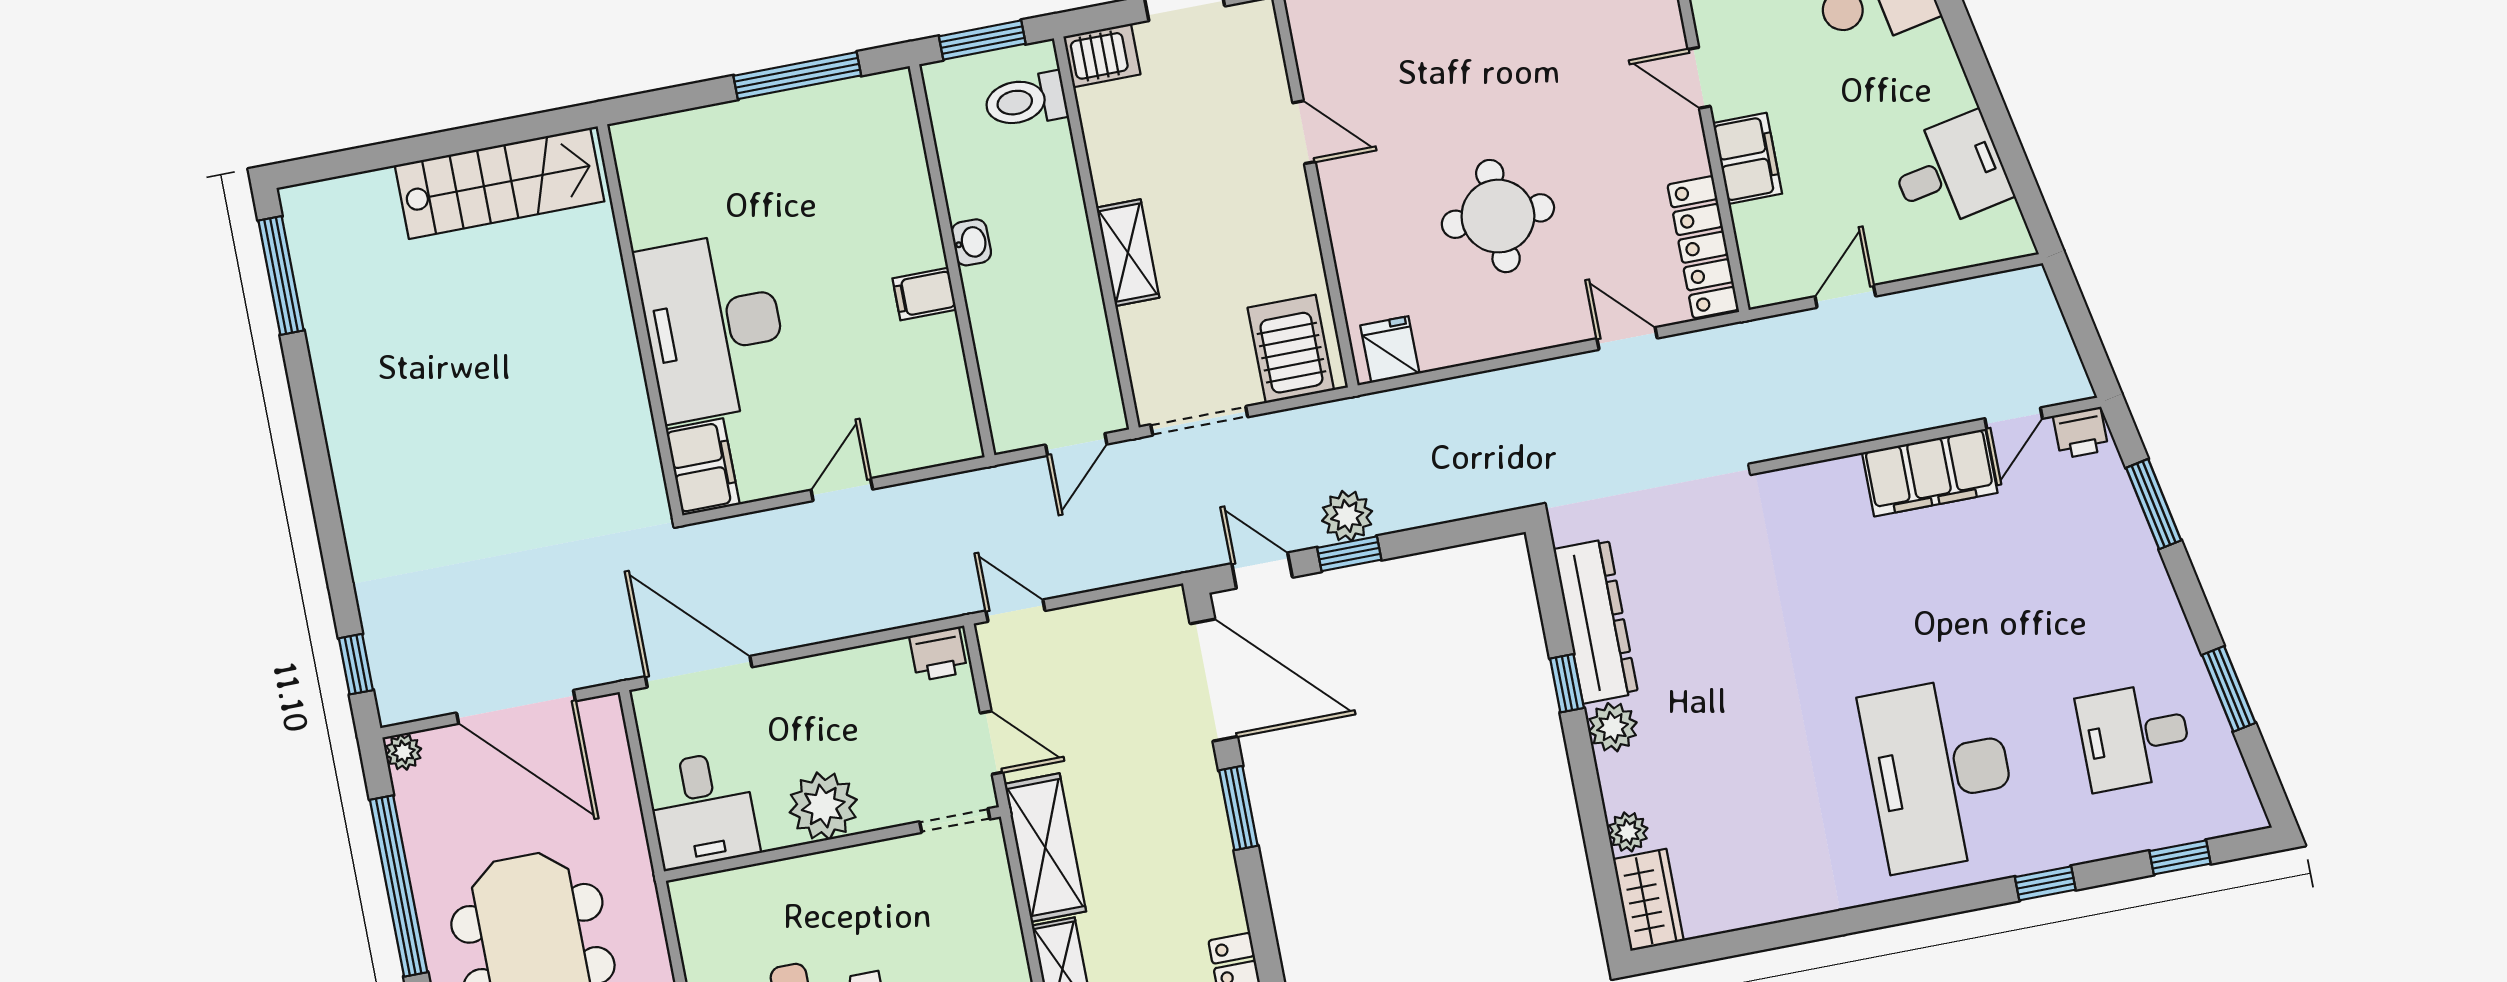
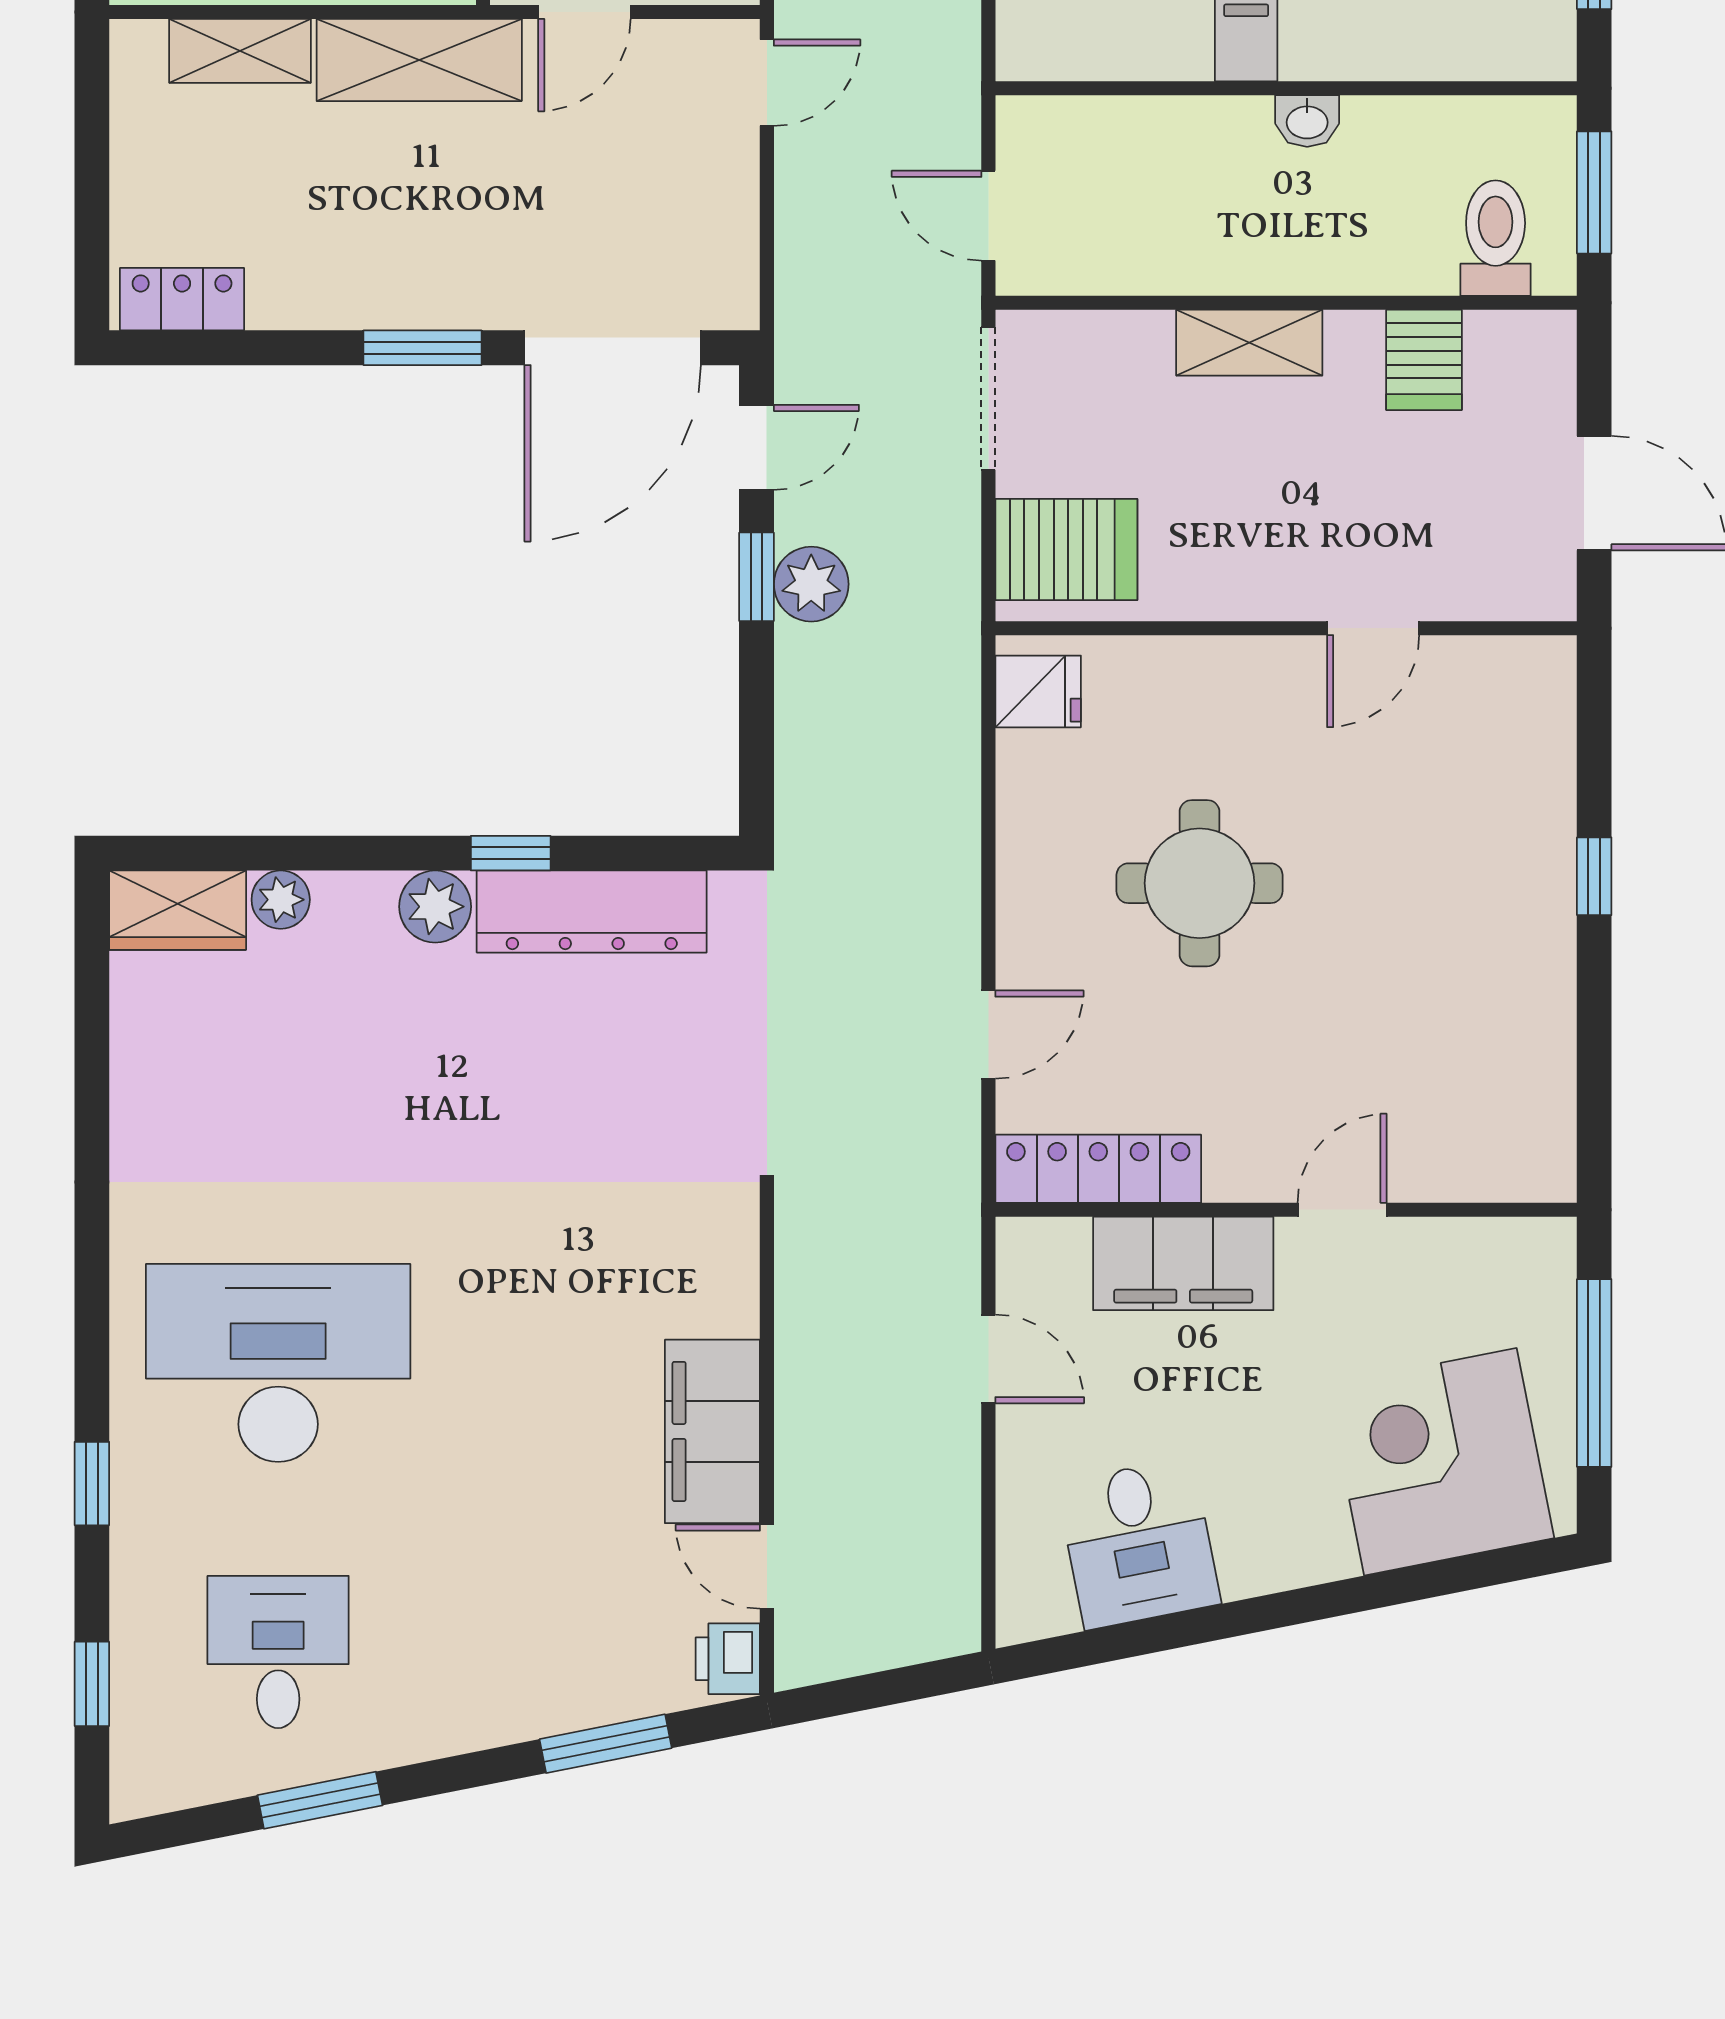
server rack: (1102, 55) -> (1424, 360), moved
filing cabinet: (1747, 158) -> (1183, 1263), width x1.50, depth x1.17

